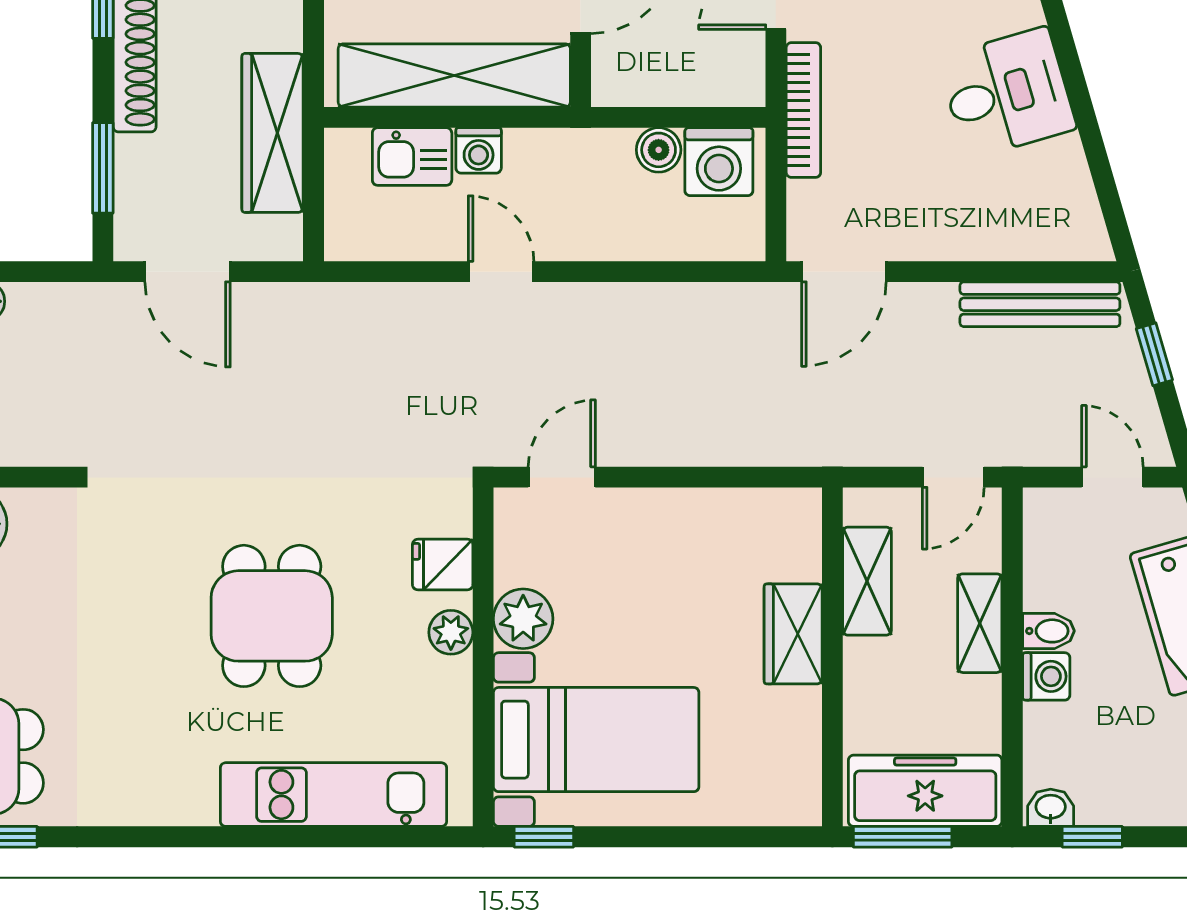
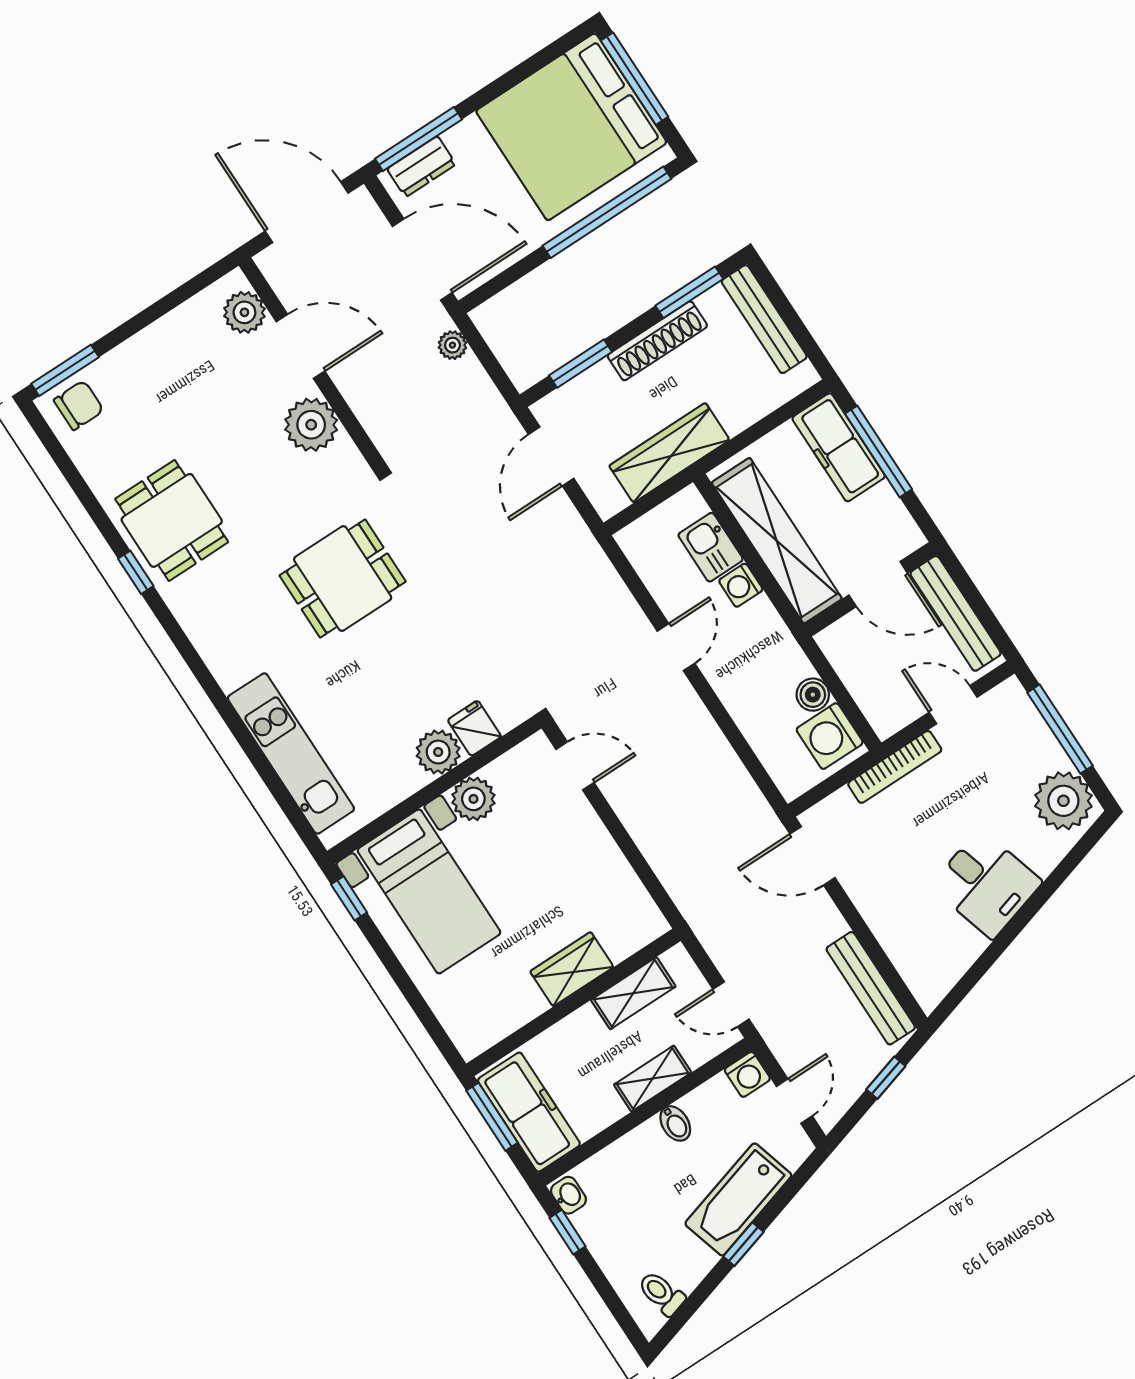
dining table: (272, 616) -> (343, 579), moved
plant: (451, 632) -> (438, 752), width x1.38, depth x1.38
washing machine: (1046, 676) -> (747, 1074), moved

